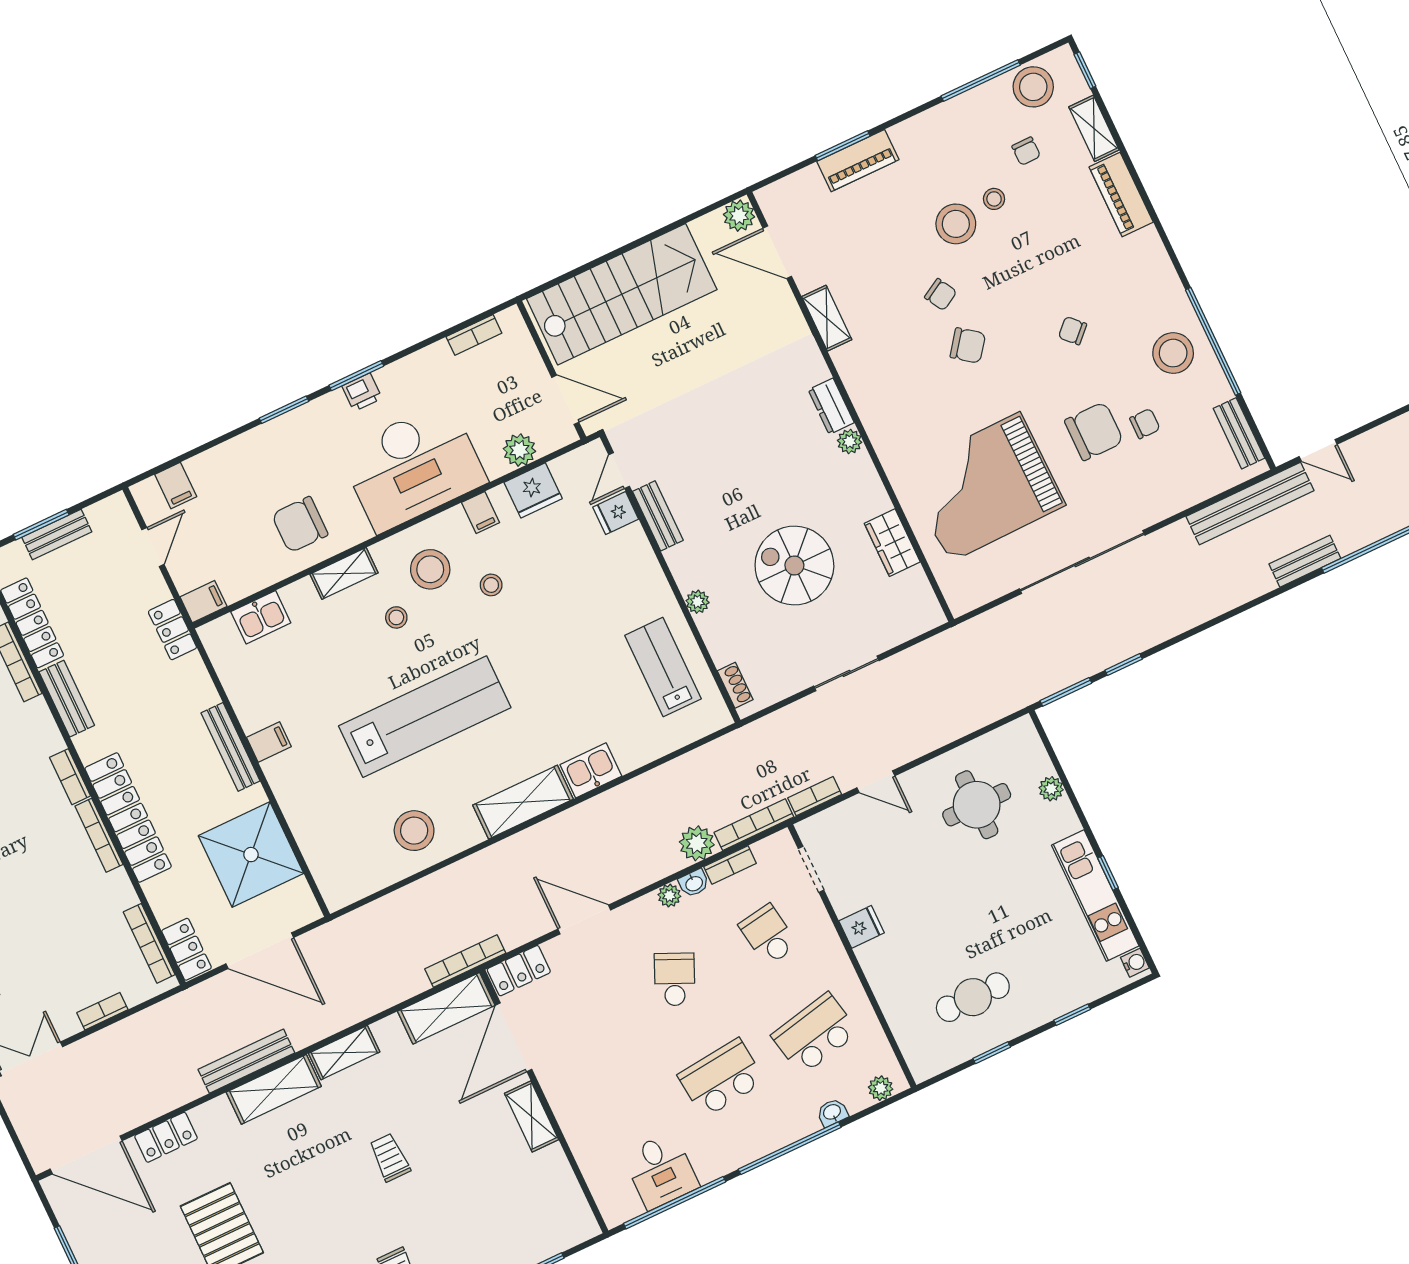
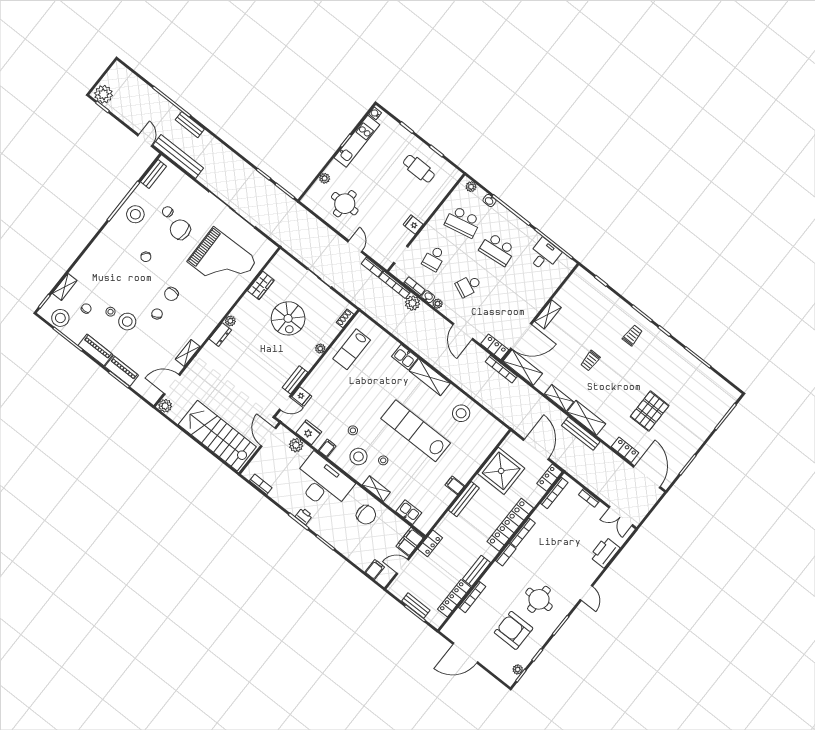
piano: (1121, 195) -> (95, 350), moved, turned -90
door: (777, 252) -> (172, 384), swing flipped
chair: (968, 345) -> (171, 294), turned -127
filing cabinet: (203, 602) -> (410, 542), width x2.00

